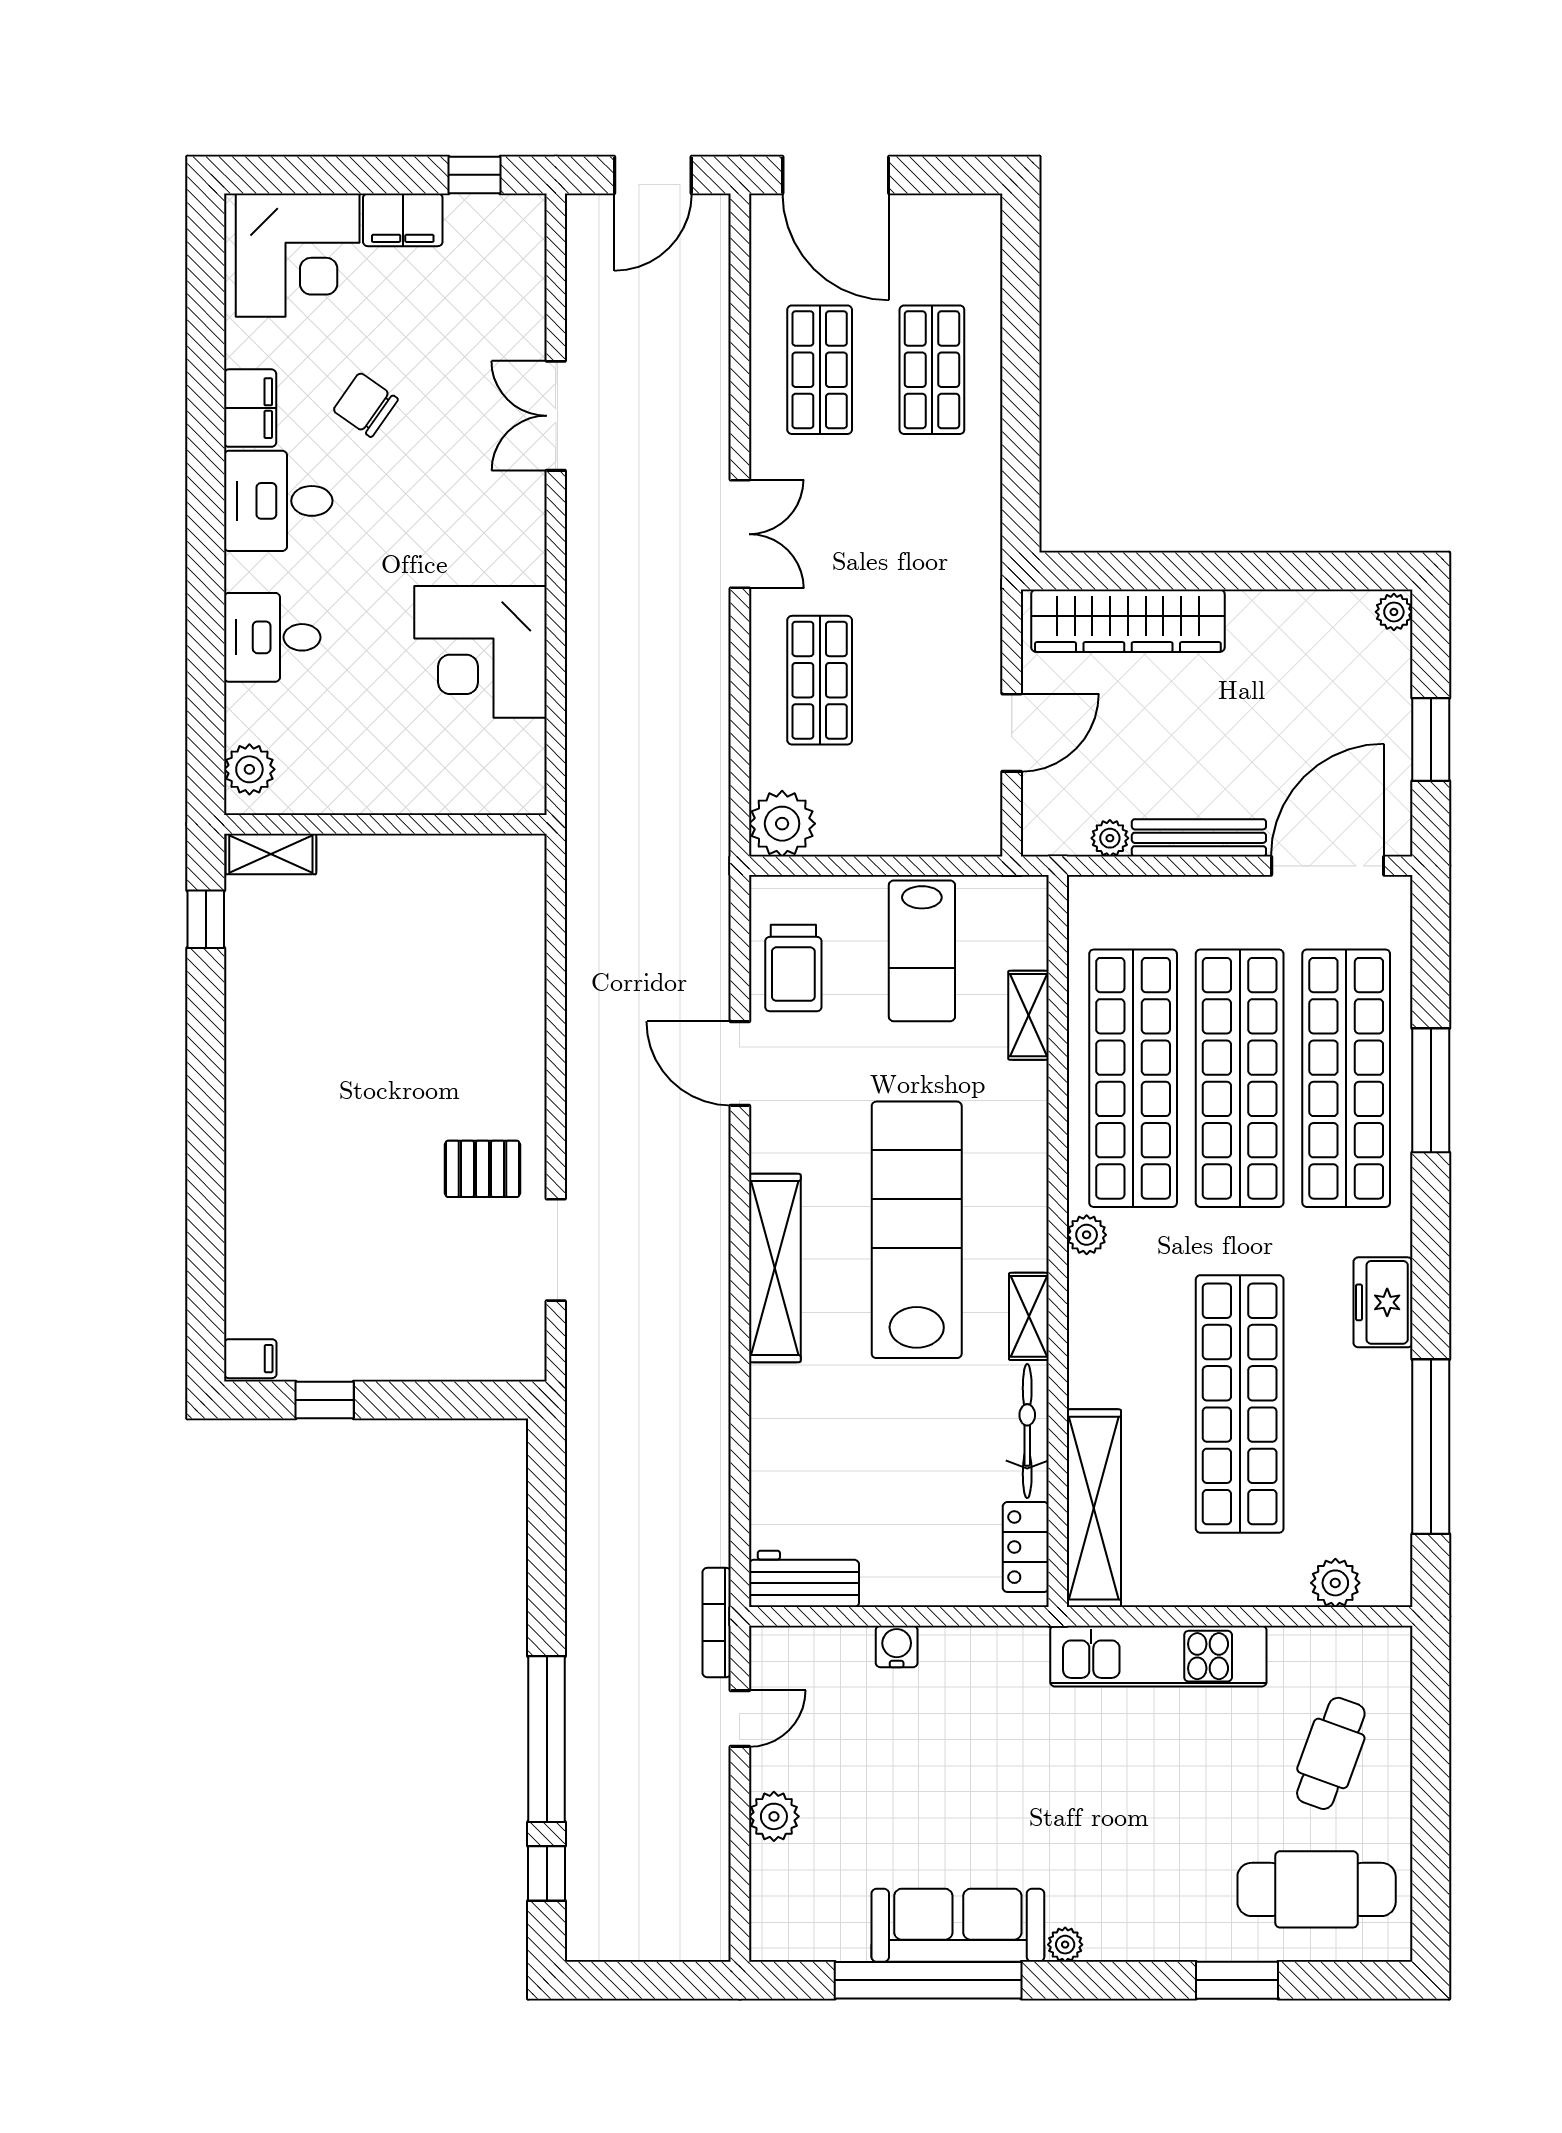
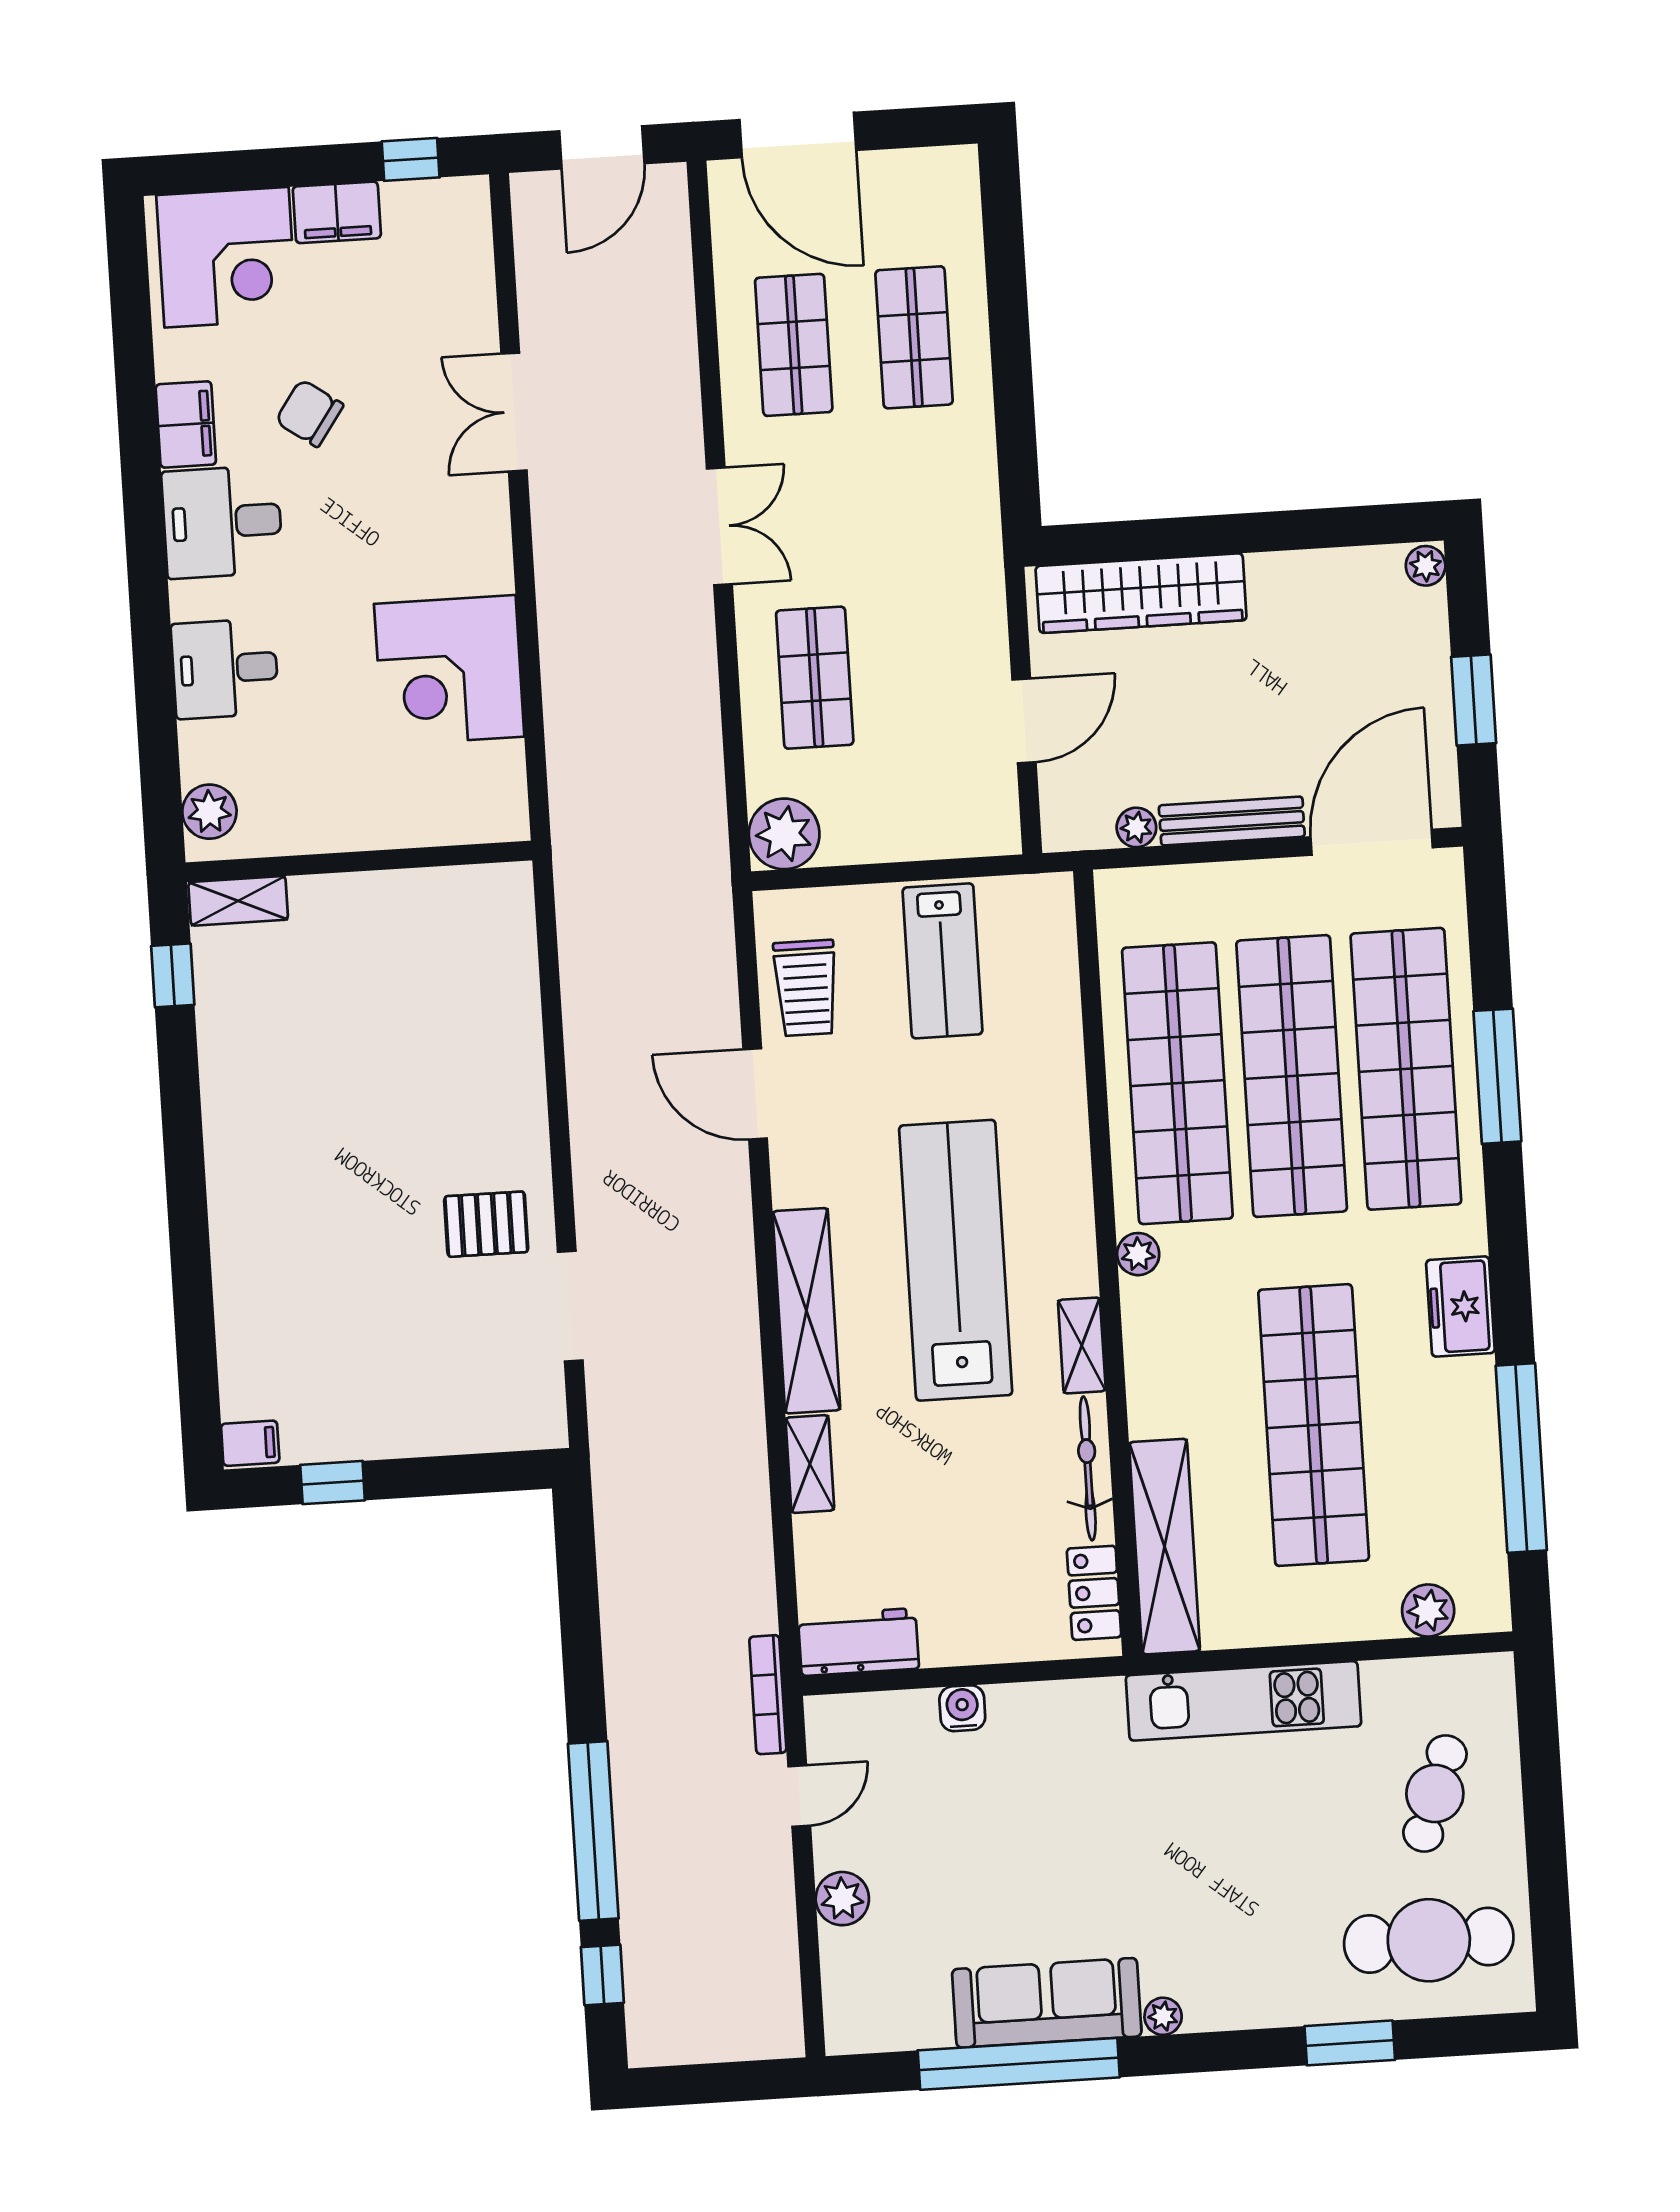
shelving: (1028, 1015) -> (810, 1464), moved

